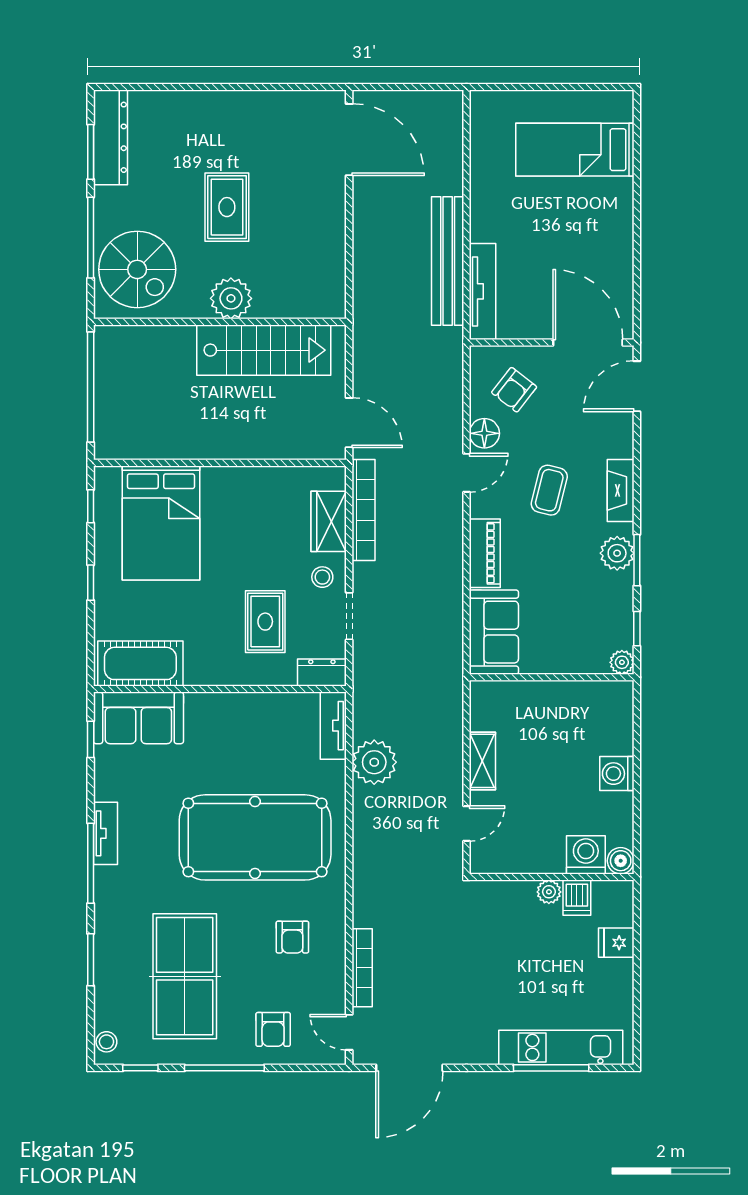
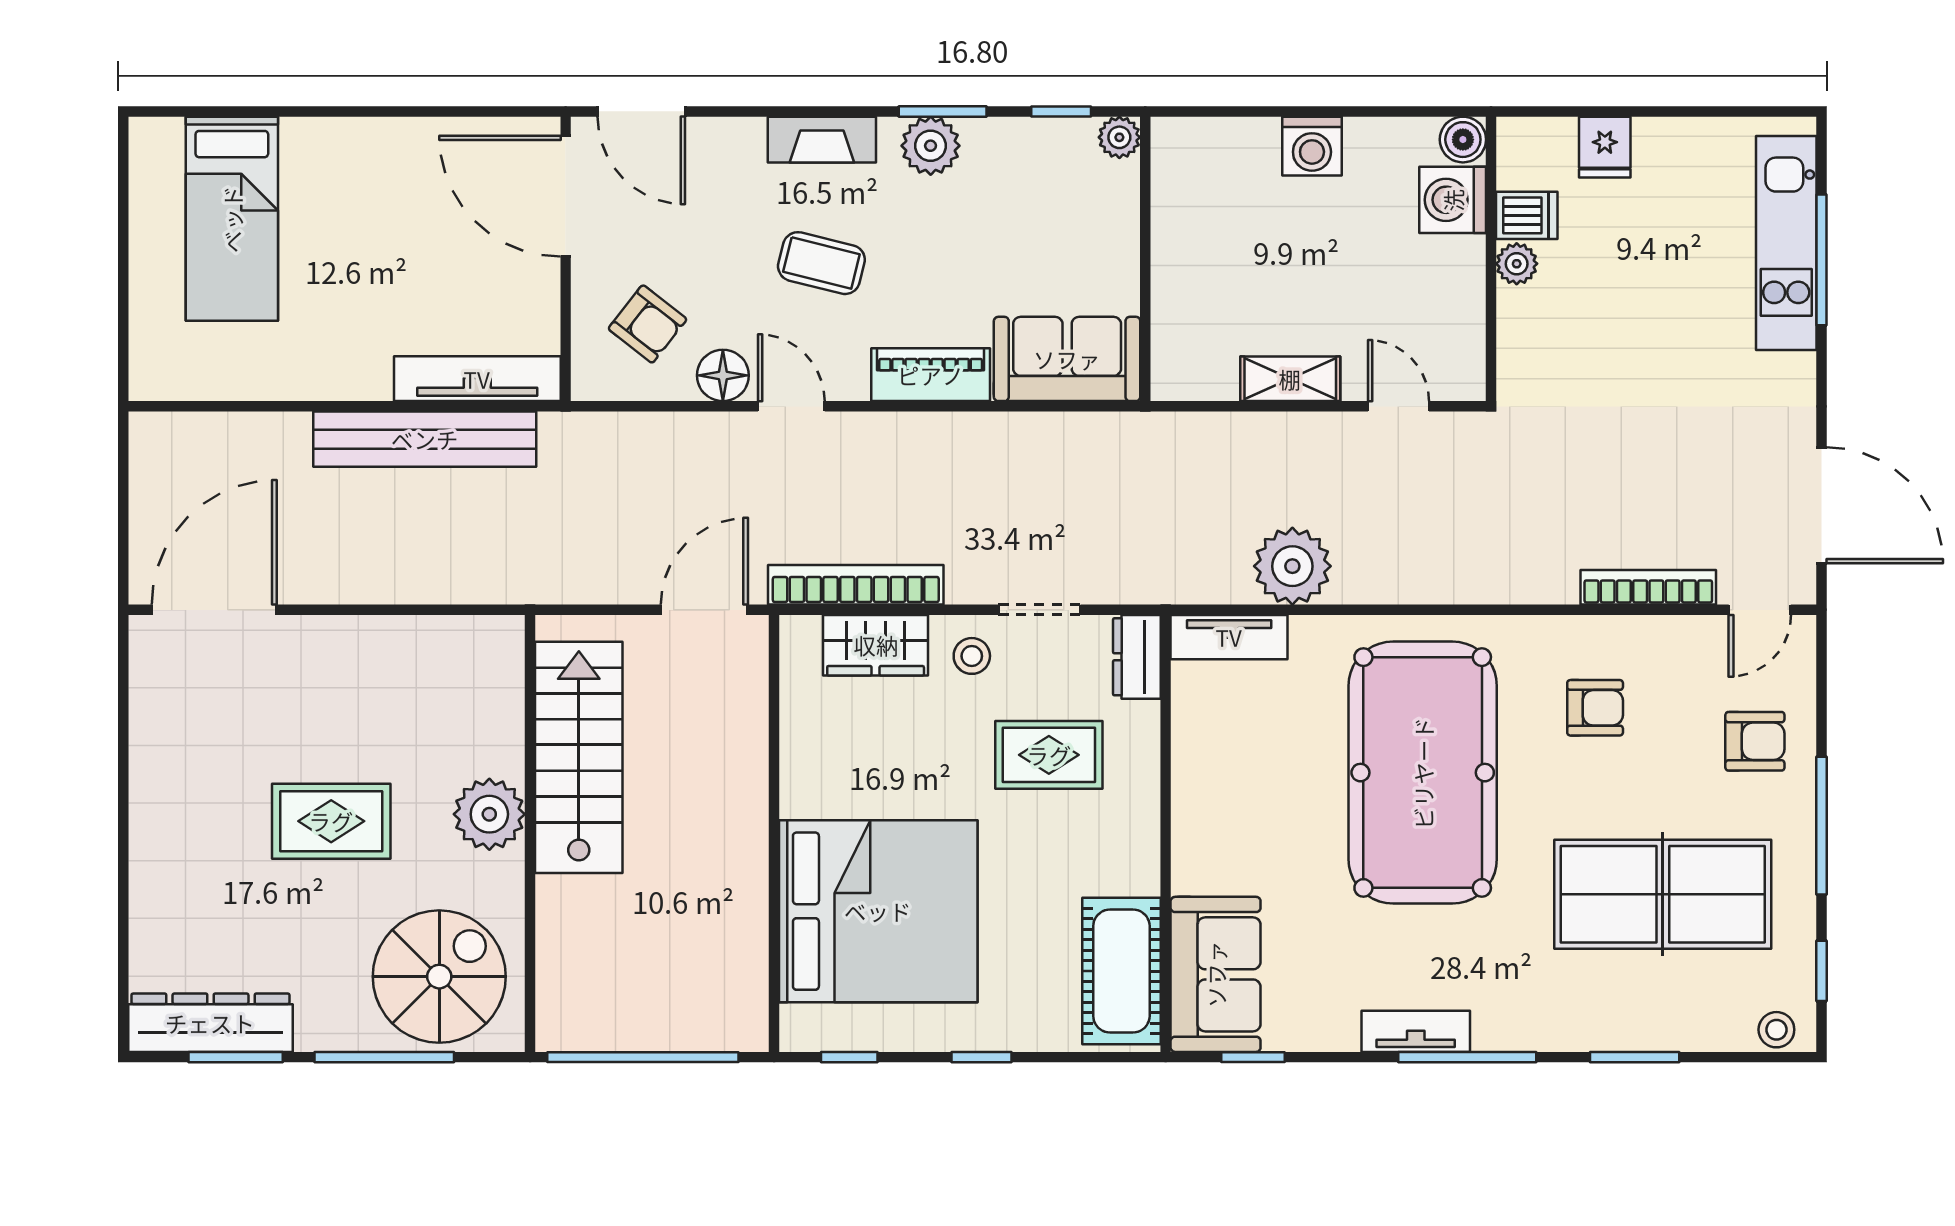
door: (588, 342) -> (566, 196), hinge flipped
bed: (161, 523) -> (878, 911), width x1.36

